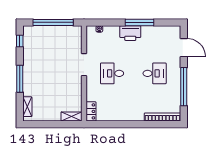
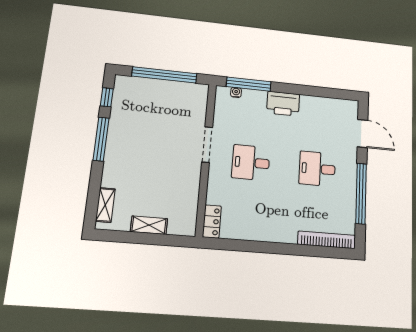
window: (140, 22) -> (249, 84), moved
desk: (155, 73) -> (317, 169), turned 180
window: (20, 79) -> (101, 139), moved
shelving: (72, 116) -> (149, 225), moved

